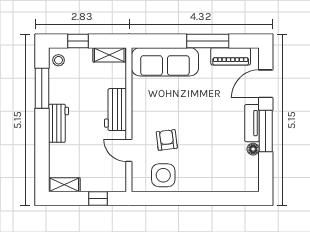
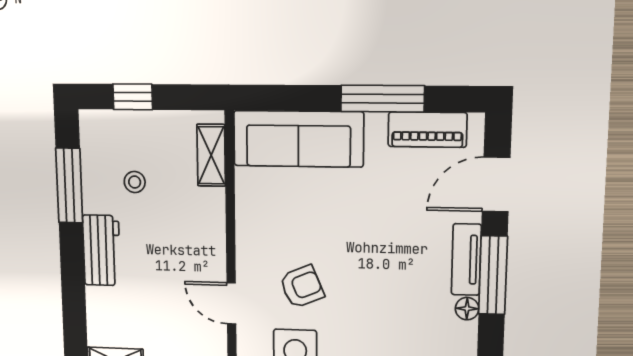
shelving: (109, 55) -> (211, 155), moved, turned 90
stool: (59, 60) -> (135, 182), moved
workbench: (116, 110) -> (206, 228), removed
armchair: (167, 140) -> (302, 287), turned 74

